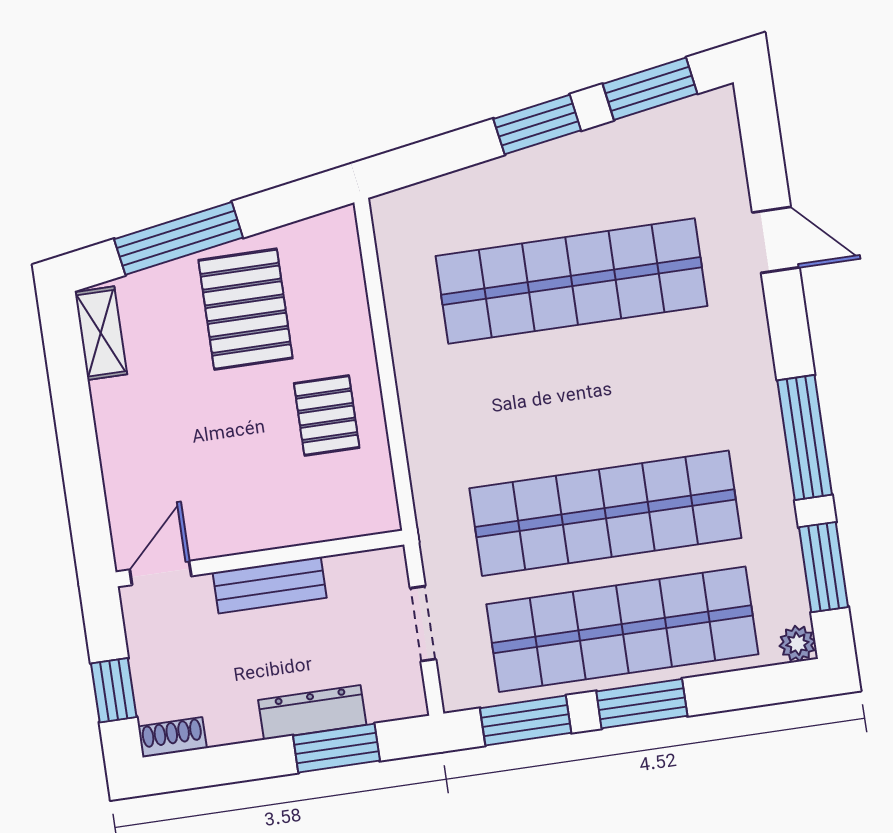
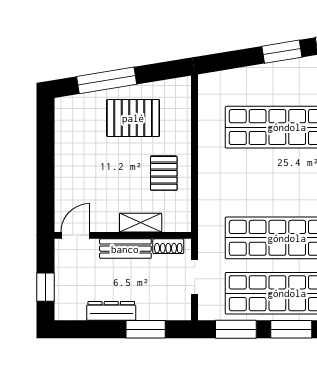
pallet: (246, 309) -> (133, 118), turned 90
shelving: (101, 333) -> (141, 223), moved, turned 90
dresser: (312, 712) -> (111, 311), moved
shoe rack: (172, 737) -> (168, 246), moved, turned 180

